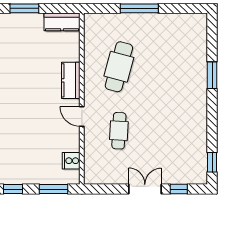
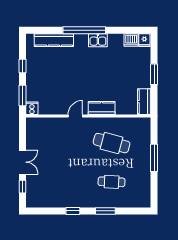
cafe table: (119, 131) -> (112, 182), moved
cooker: (71, 161) -> (32, 108), moved
window: (212, 162) -> (73, 211), moved

